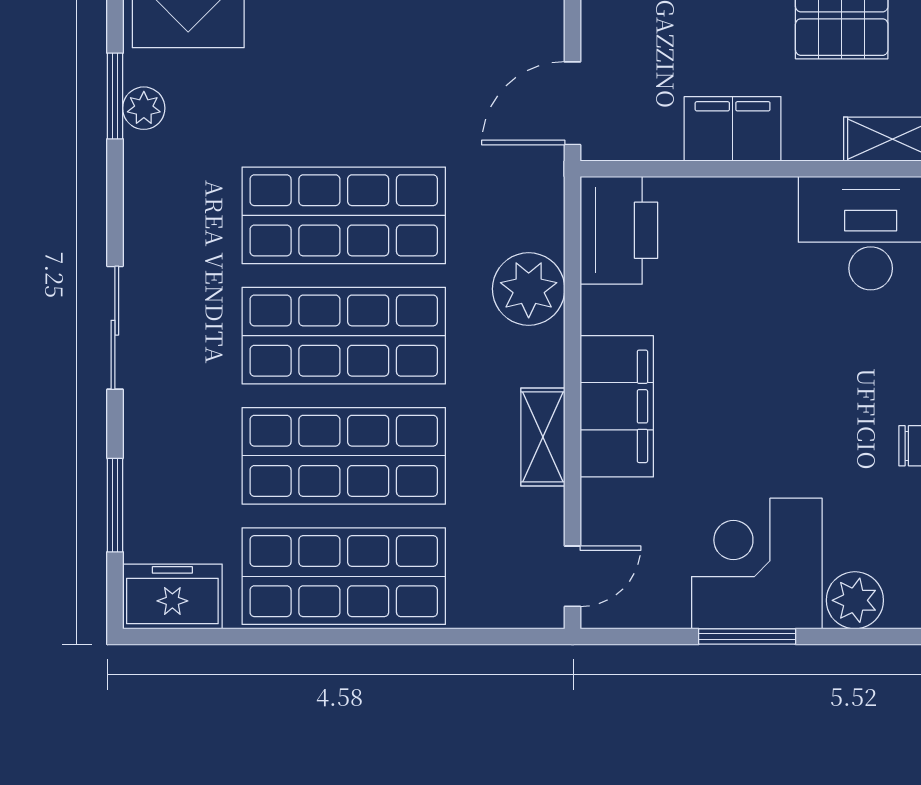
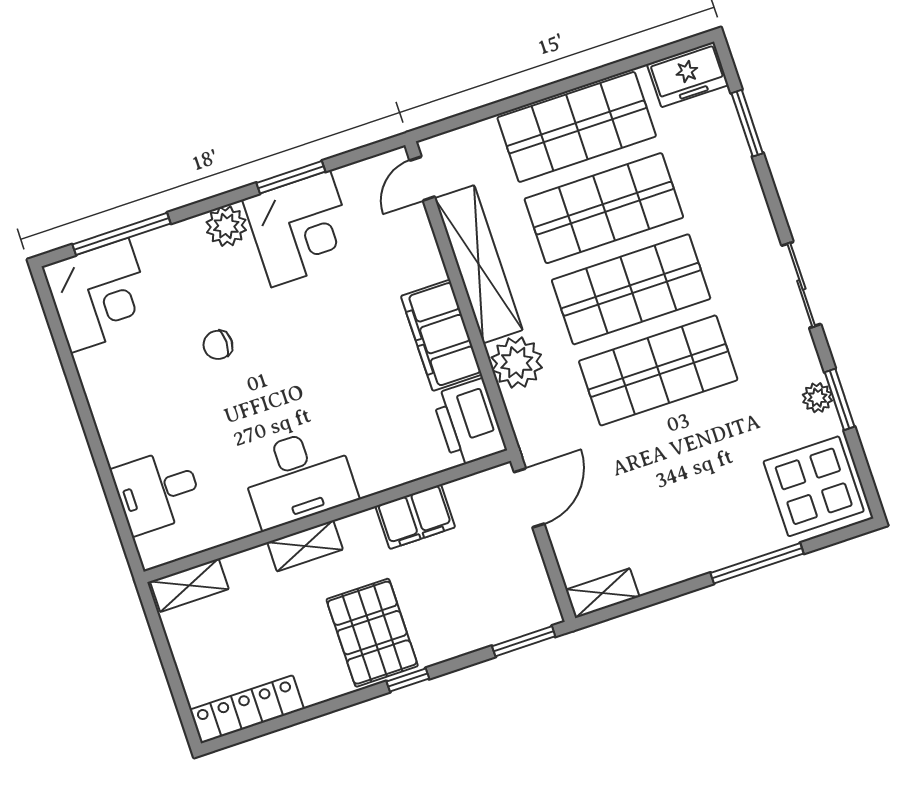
sliding door: (115, 328) -> (801, 285), moved
filing cabinet: (617, 406) -> (441, 335), moved
shelving: (543, 437) -> (479, 264), width x2.20, depth x1.33

